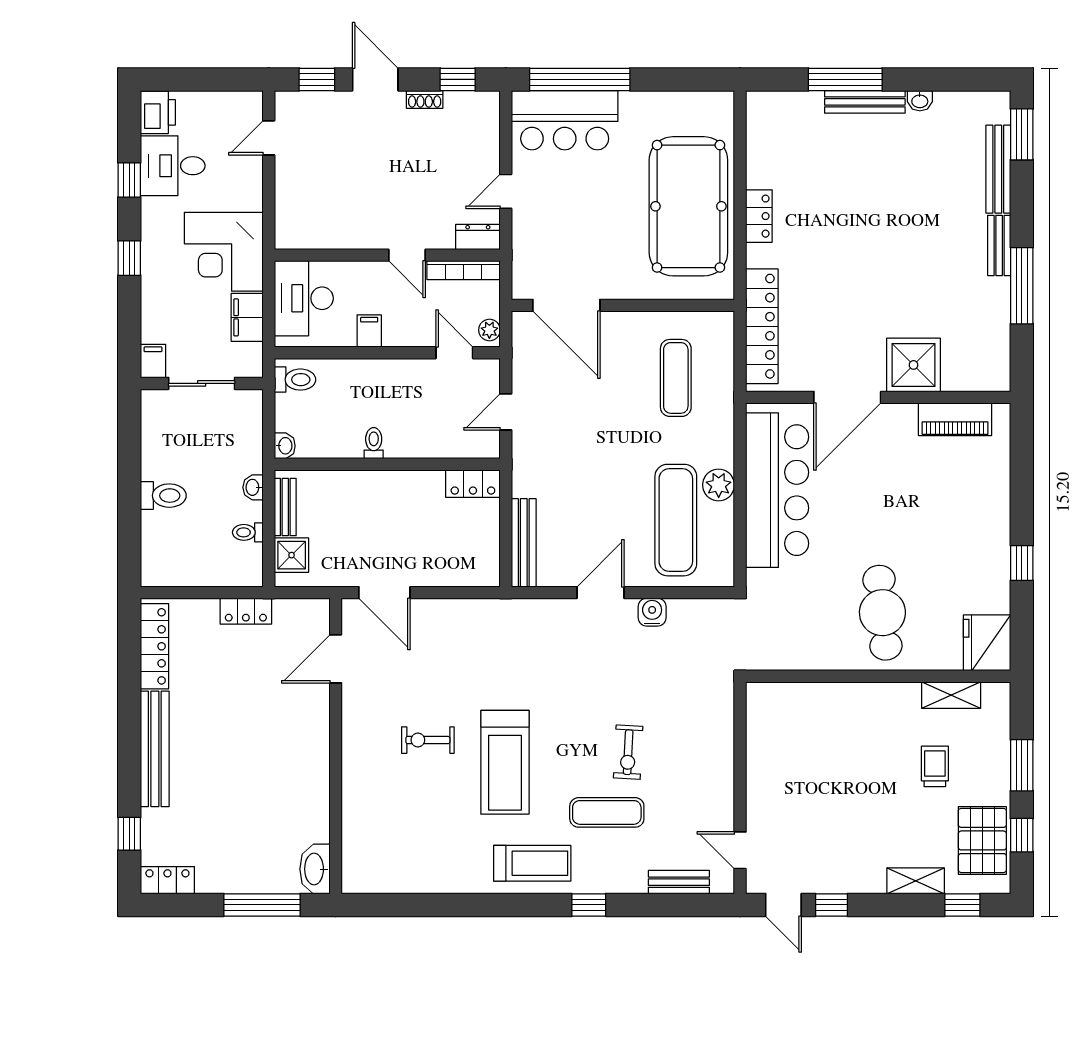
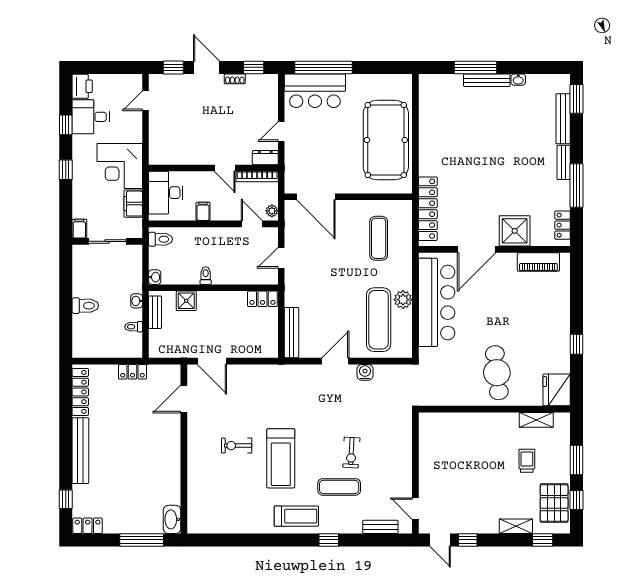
locker: (759, 216) -> (563, 225), moved, turned 180
shower: (292, 555) -> (186, 301), moved

